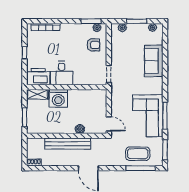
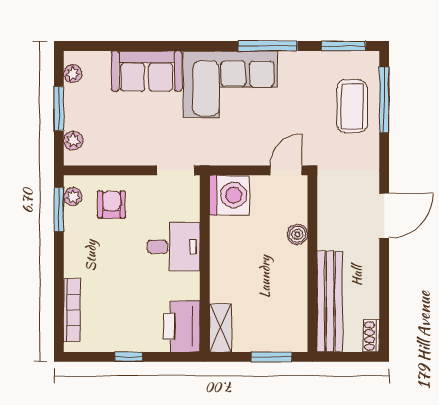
desk: (62, 73) -> (174, 247), moved
washing machine: (58, 98) -> (230, 195), moved
corner sofa: (148, 116) -> (230, 84), moved
bench: (68, 144) -> (330, 302), moved

